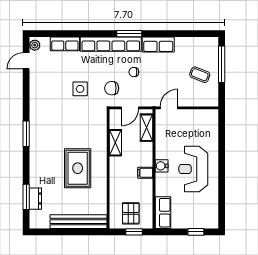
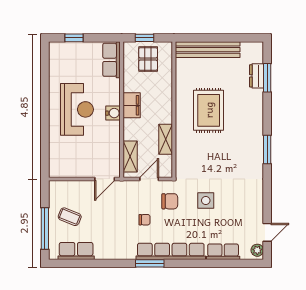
row of seats: (158, 45) -> (76, 251), moved
filing cabinet: (145, 173) -> (132, 105), width x2.00

